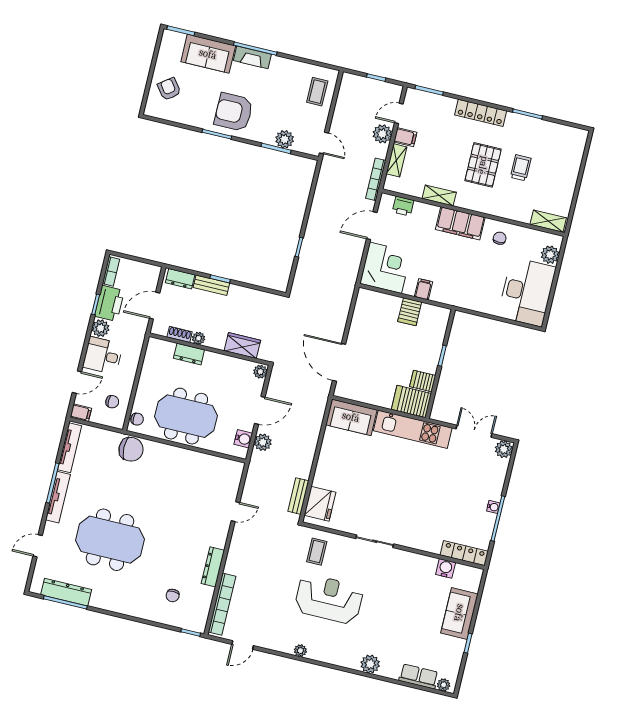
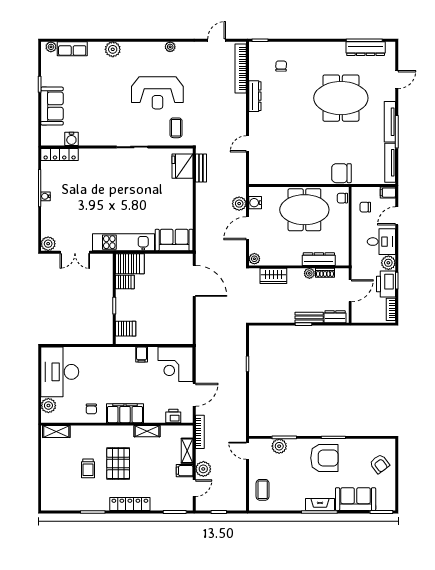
server rack: (410, 312) -> (126, 329), moved, turned 90
dresser: (189, 354) -> (319, 259), width x1.44

